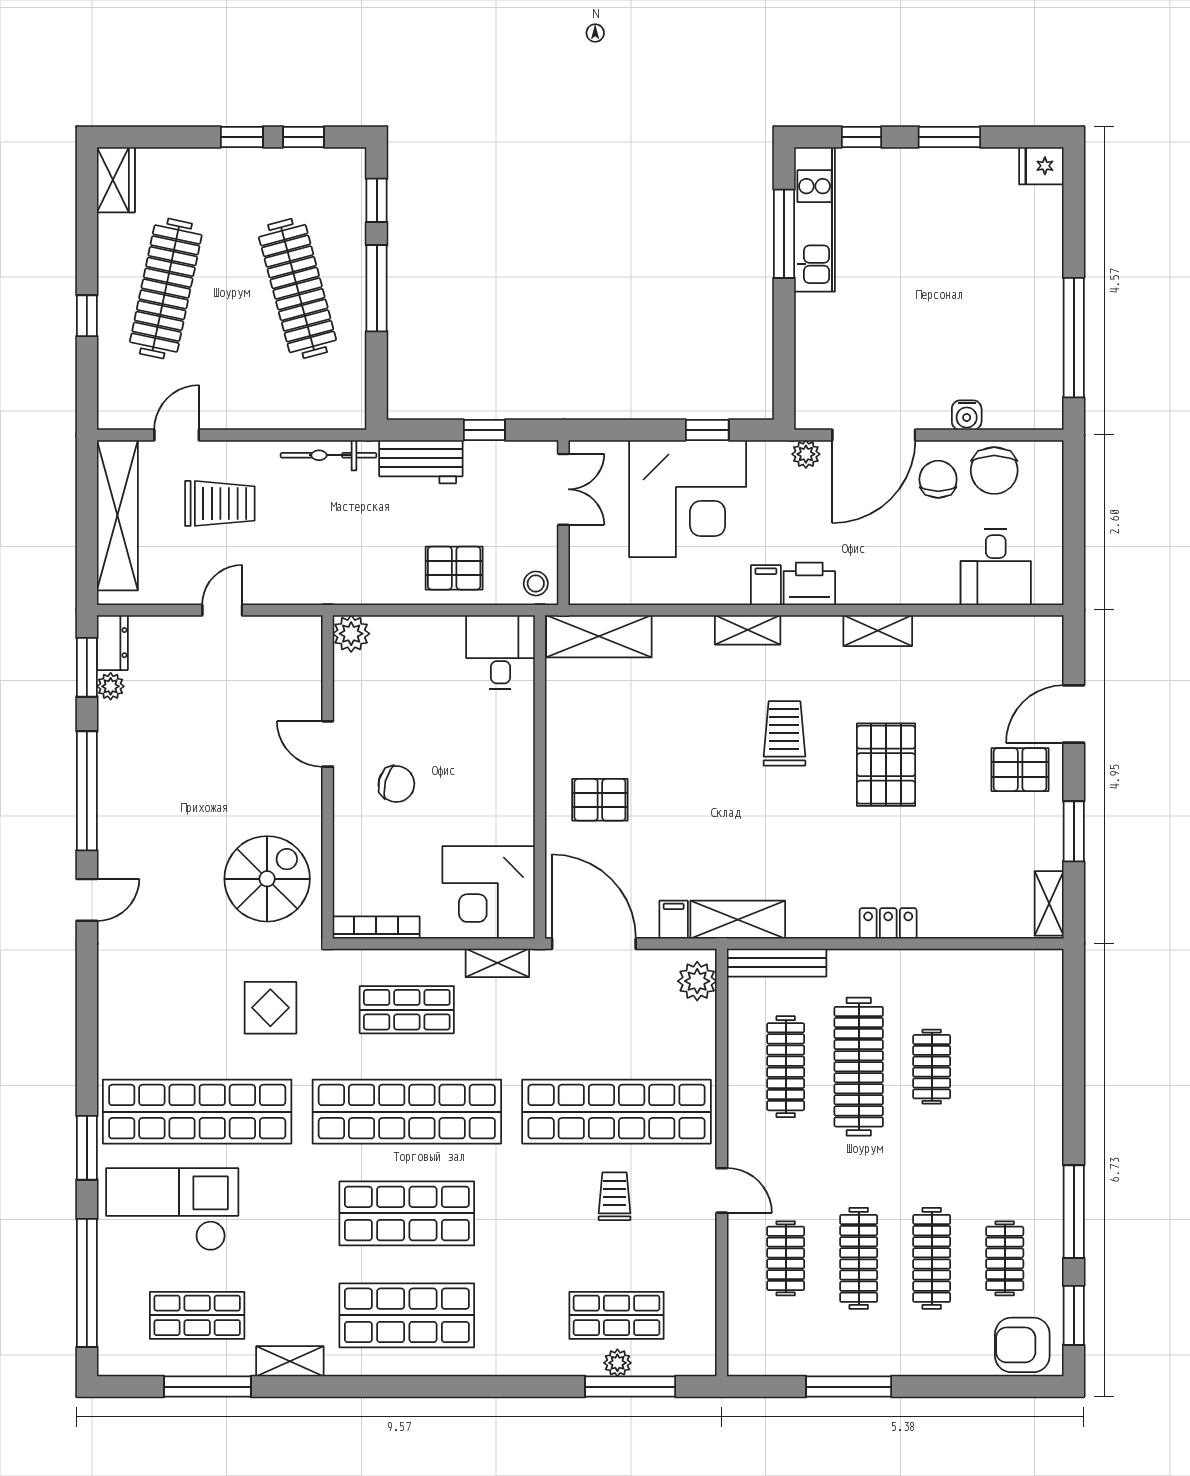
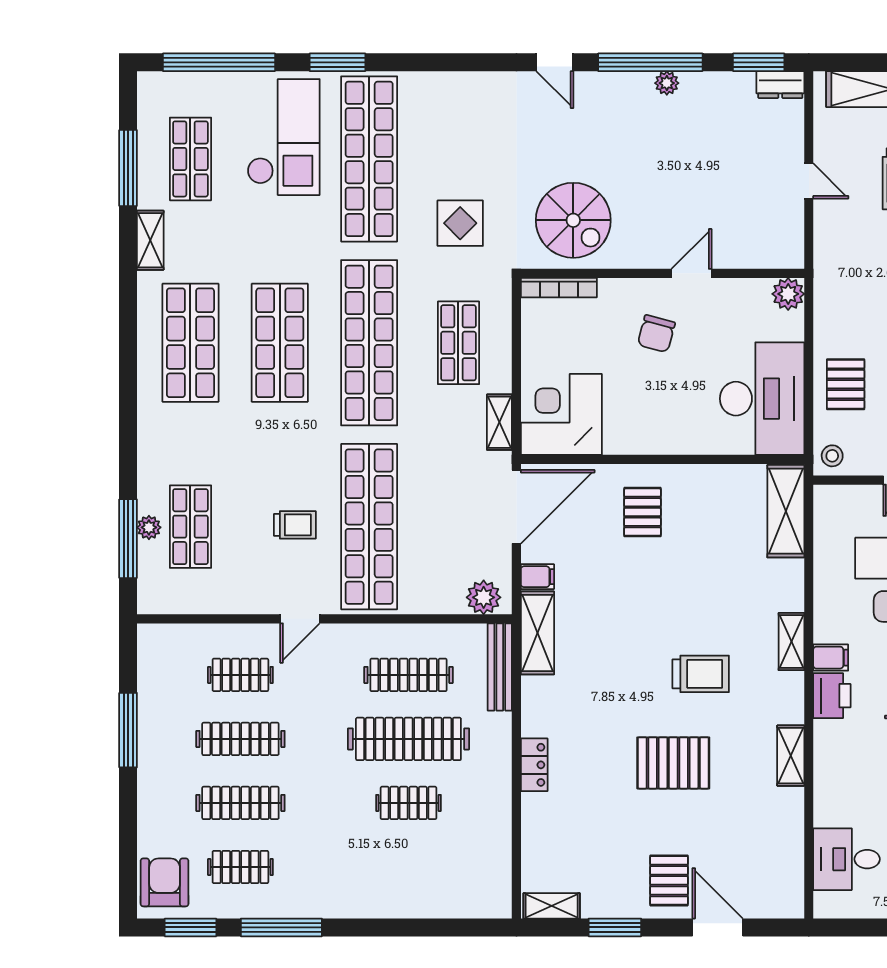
desk: (500, 652) -> (762, 399), width x1.87, depth x1.30
plant: (111, 686) -> (667, 83), moved
bookcase: (376, 927) -> (559, 288), moved, turned 90

